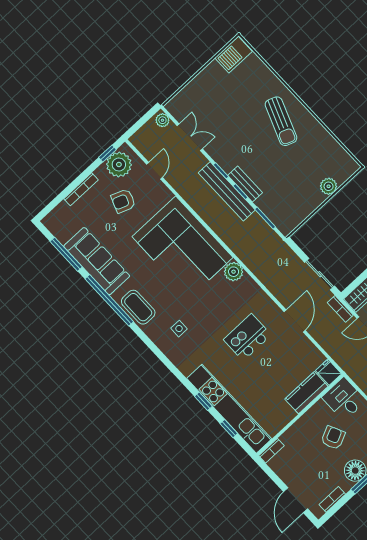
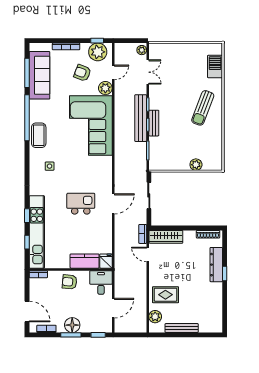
barbecue: (233, 55) -> (215, 67), moved, turned 90
sofa: (97, 261) -> (39, 75), moved
plant: (234, 272) -> (105, 88), moved
sliding door: (320, 274) -> (149, 195), moved
door: (295, 321) -> (113, 204), moved
armchair: (333, 438) -> (70, 282), moved, turned -150
door: (296, 500) -> (27, 312), swing flipped

